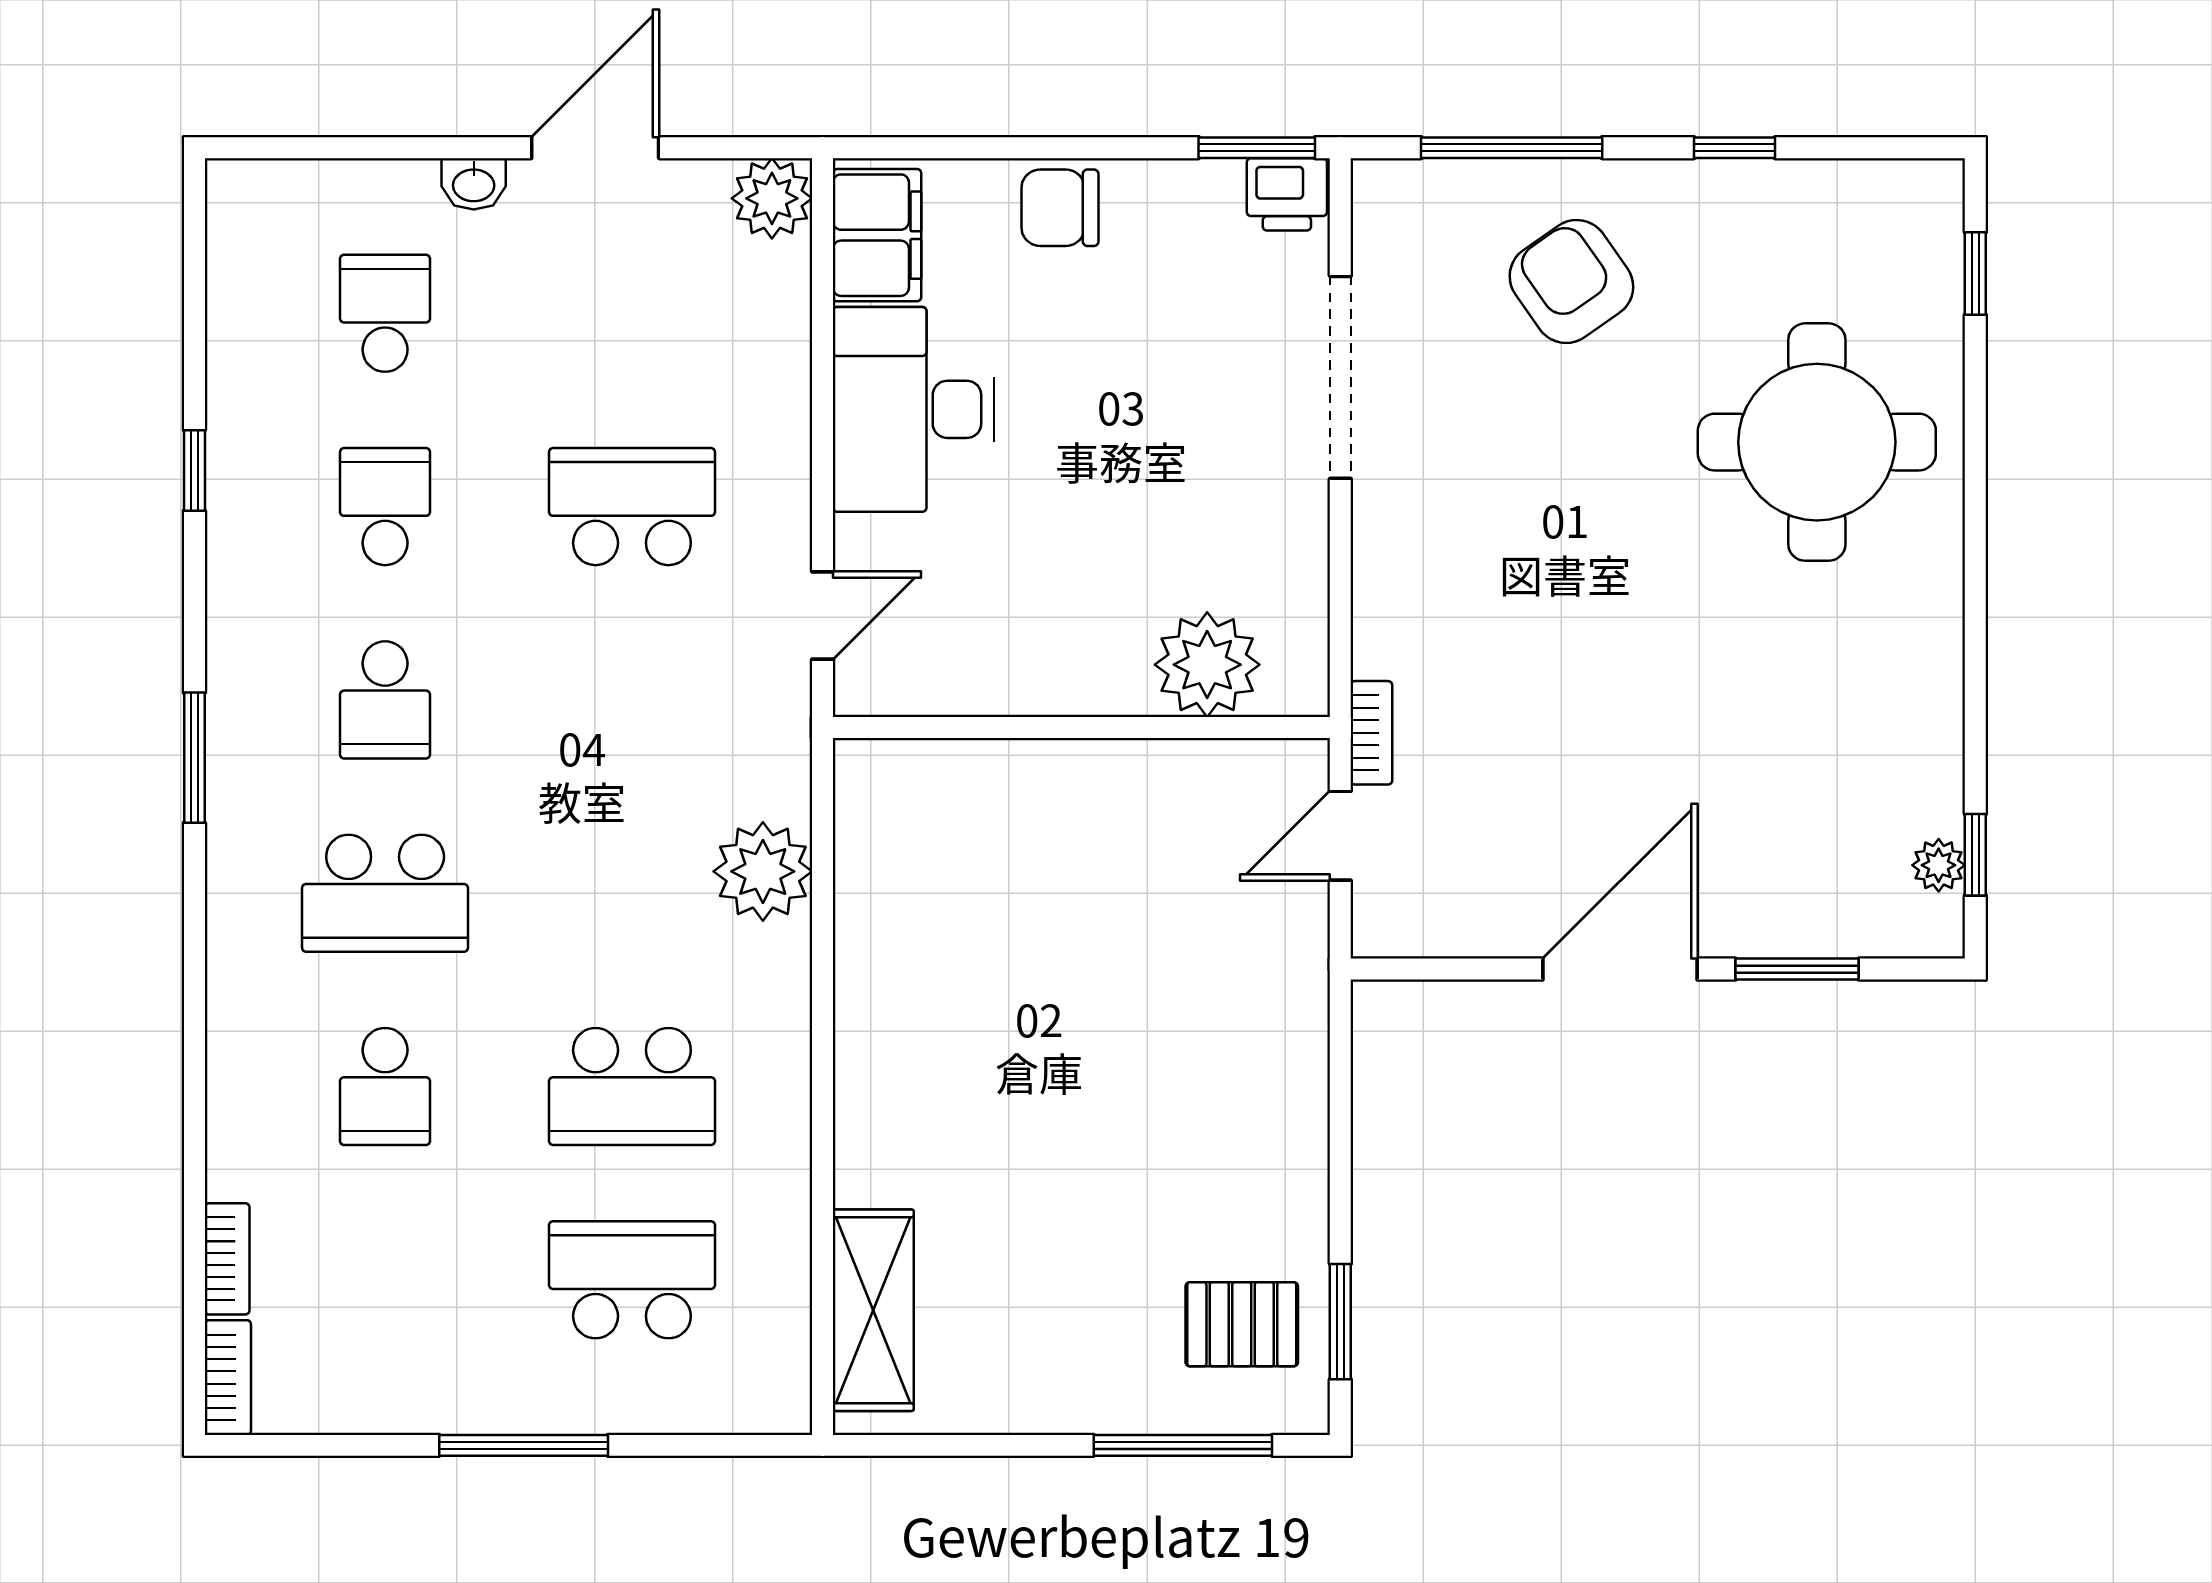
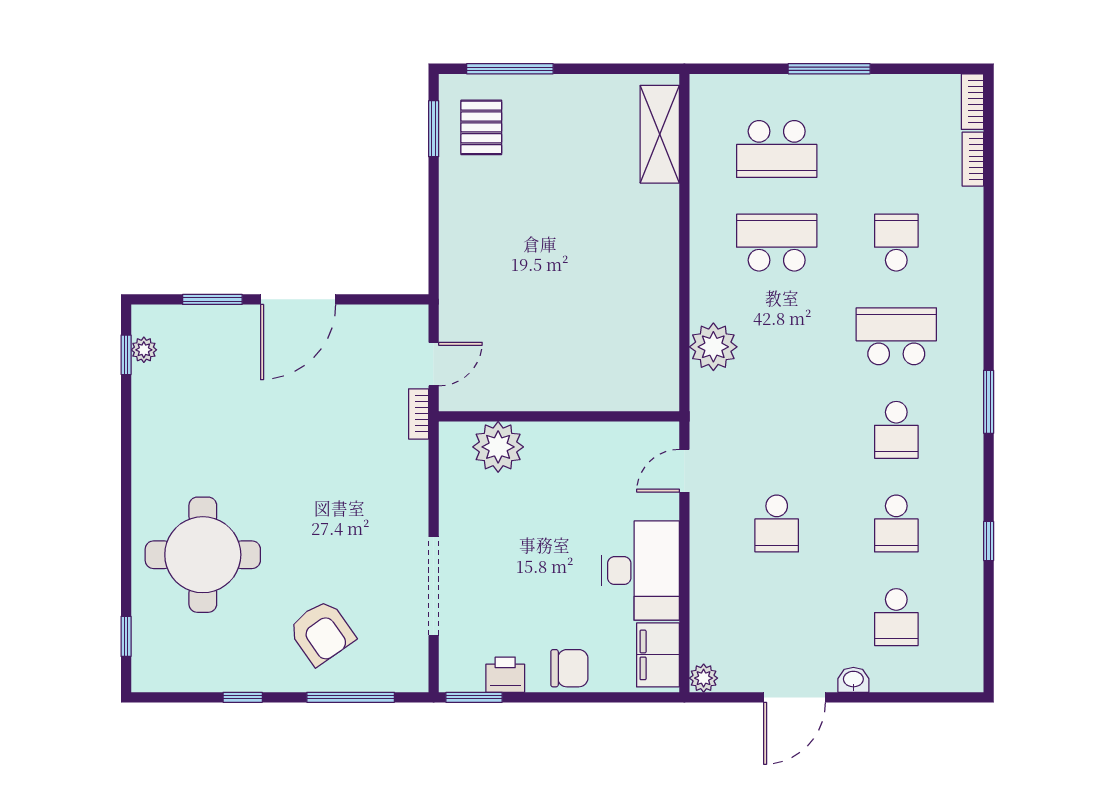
printer: (1287, 194) -> (505, 675), moved
plant: (772, 198) -> (704, 678), width x0.73, depth x0.73
school desk: (632, 507) -> (777, 523), width x0.54
school desk: (385, 700) -> (896, 430), turned 180
pallet: (1242, 1324) -> (481, 127), turned 90

